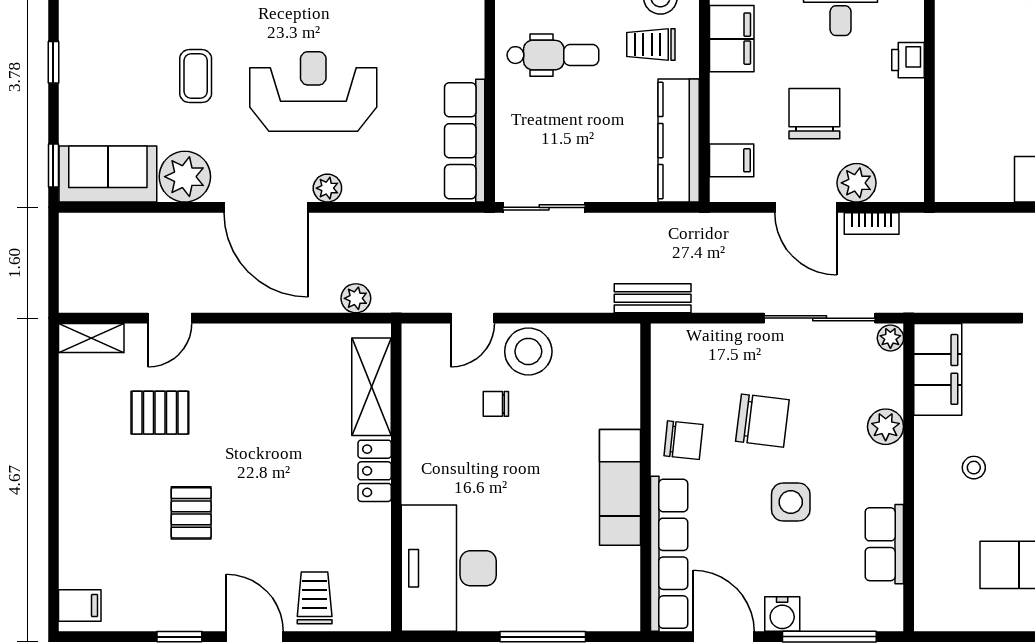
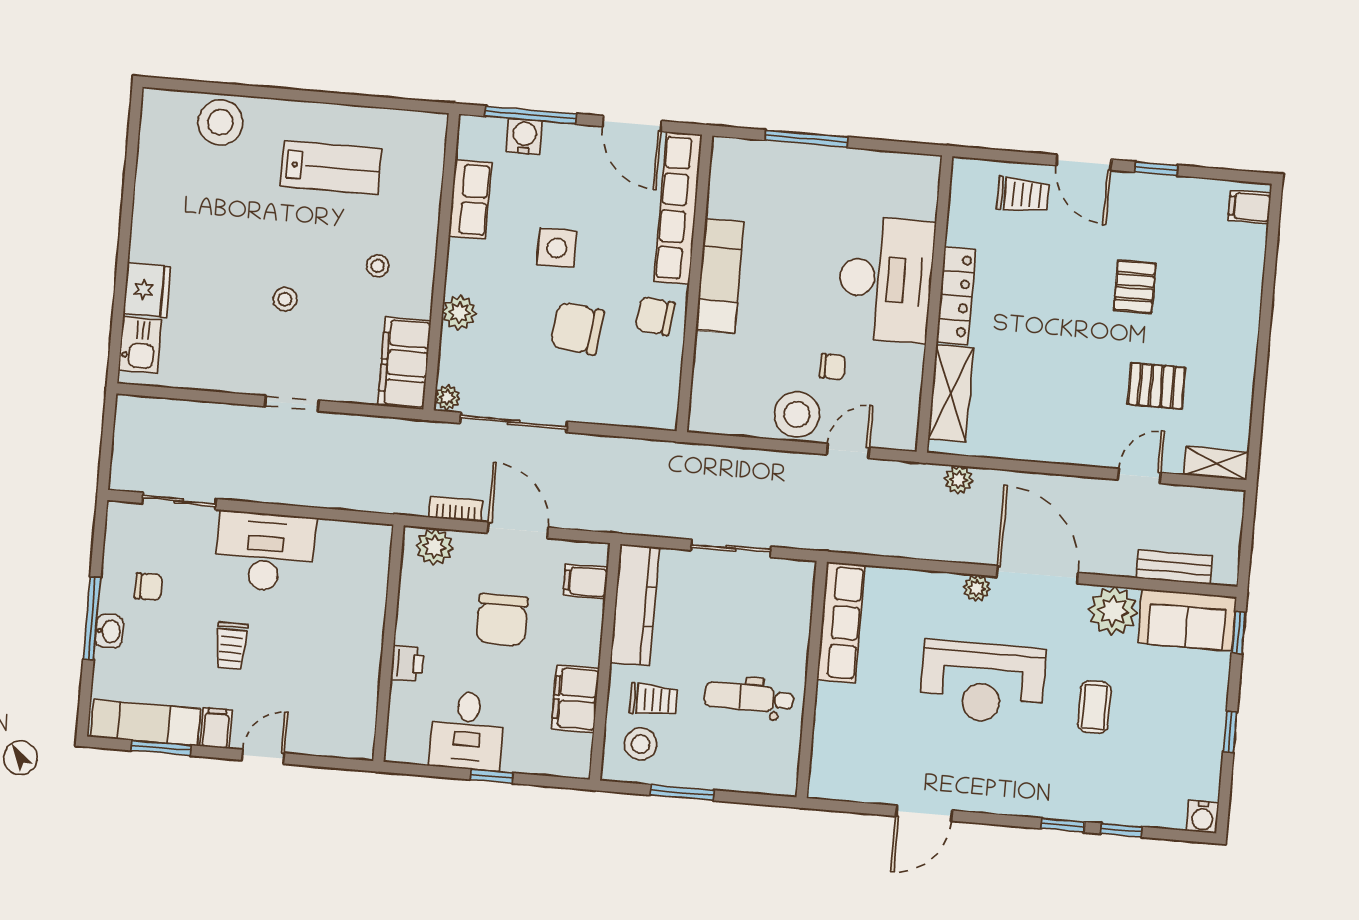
plant: (857, 183) -> (435, 547), moved
sliding door: (544, 207) -> (731, 548), moved
bench: (653, 298) -> (1174, 567), moved
locker: (375, 471) -> (956, 296), width x1.53
desk: (449, 568) -> (886, 279), moved
trolley: (315, 598) -> (1023, 195), turned -90
water cooler: (782, 614) -> (524, 136), moved

